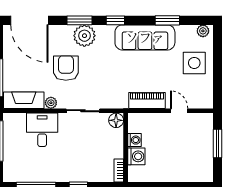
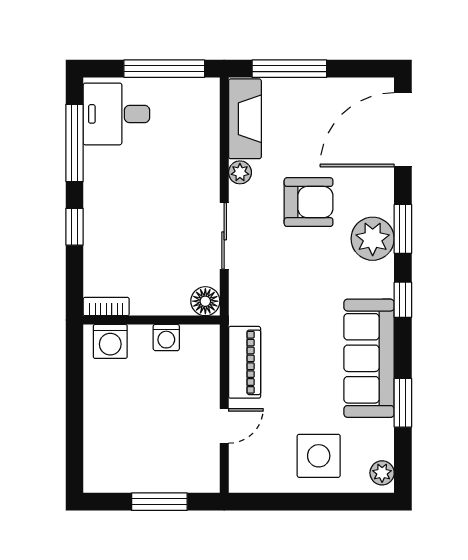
desk: (42, 130) -> (116, 114), moved, turned 180
washing machine: (136, 156) -> (110, 341), moved

